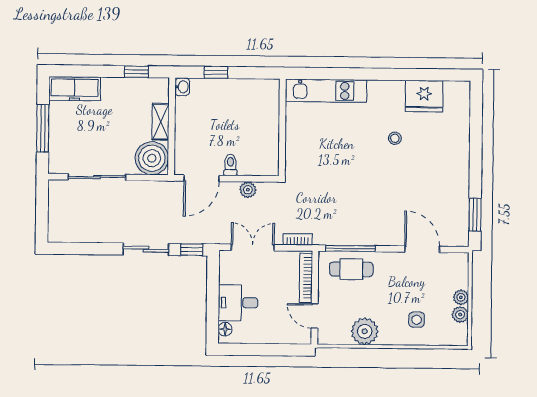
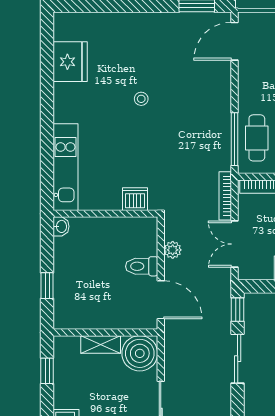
washbasin: (182, 87) -> (61, 226), moved, turned 90
stool: (395, 138) -> (141, 99), moved
dishwasher: (296, 155) -> (135, 199), added
toilet: (230, 165) -> (142, 266), width x1.37, depth x1.39
bookcase: (298, 239) -> (225, 196), width x1.56
door: (422, 249) -> (235, 41), moved

